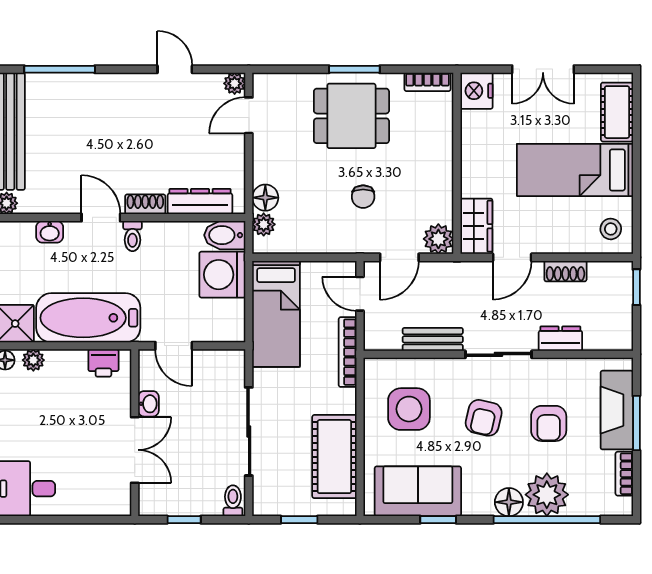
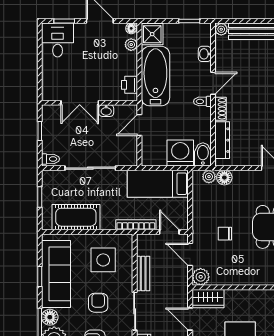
door: (360, 294) -> (169, 232), hinge flipped
armchair: (484, 418) -> (98, 303), turned 77
sofa: (418, 491) -> (56, 274), width x1.36

